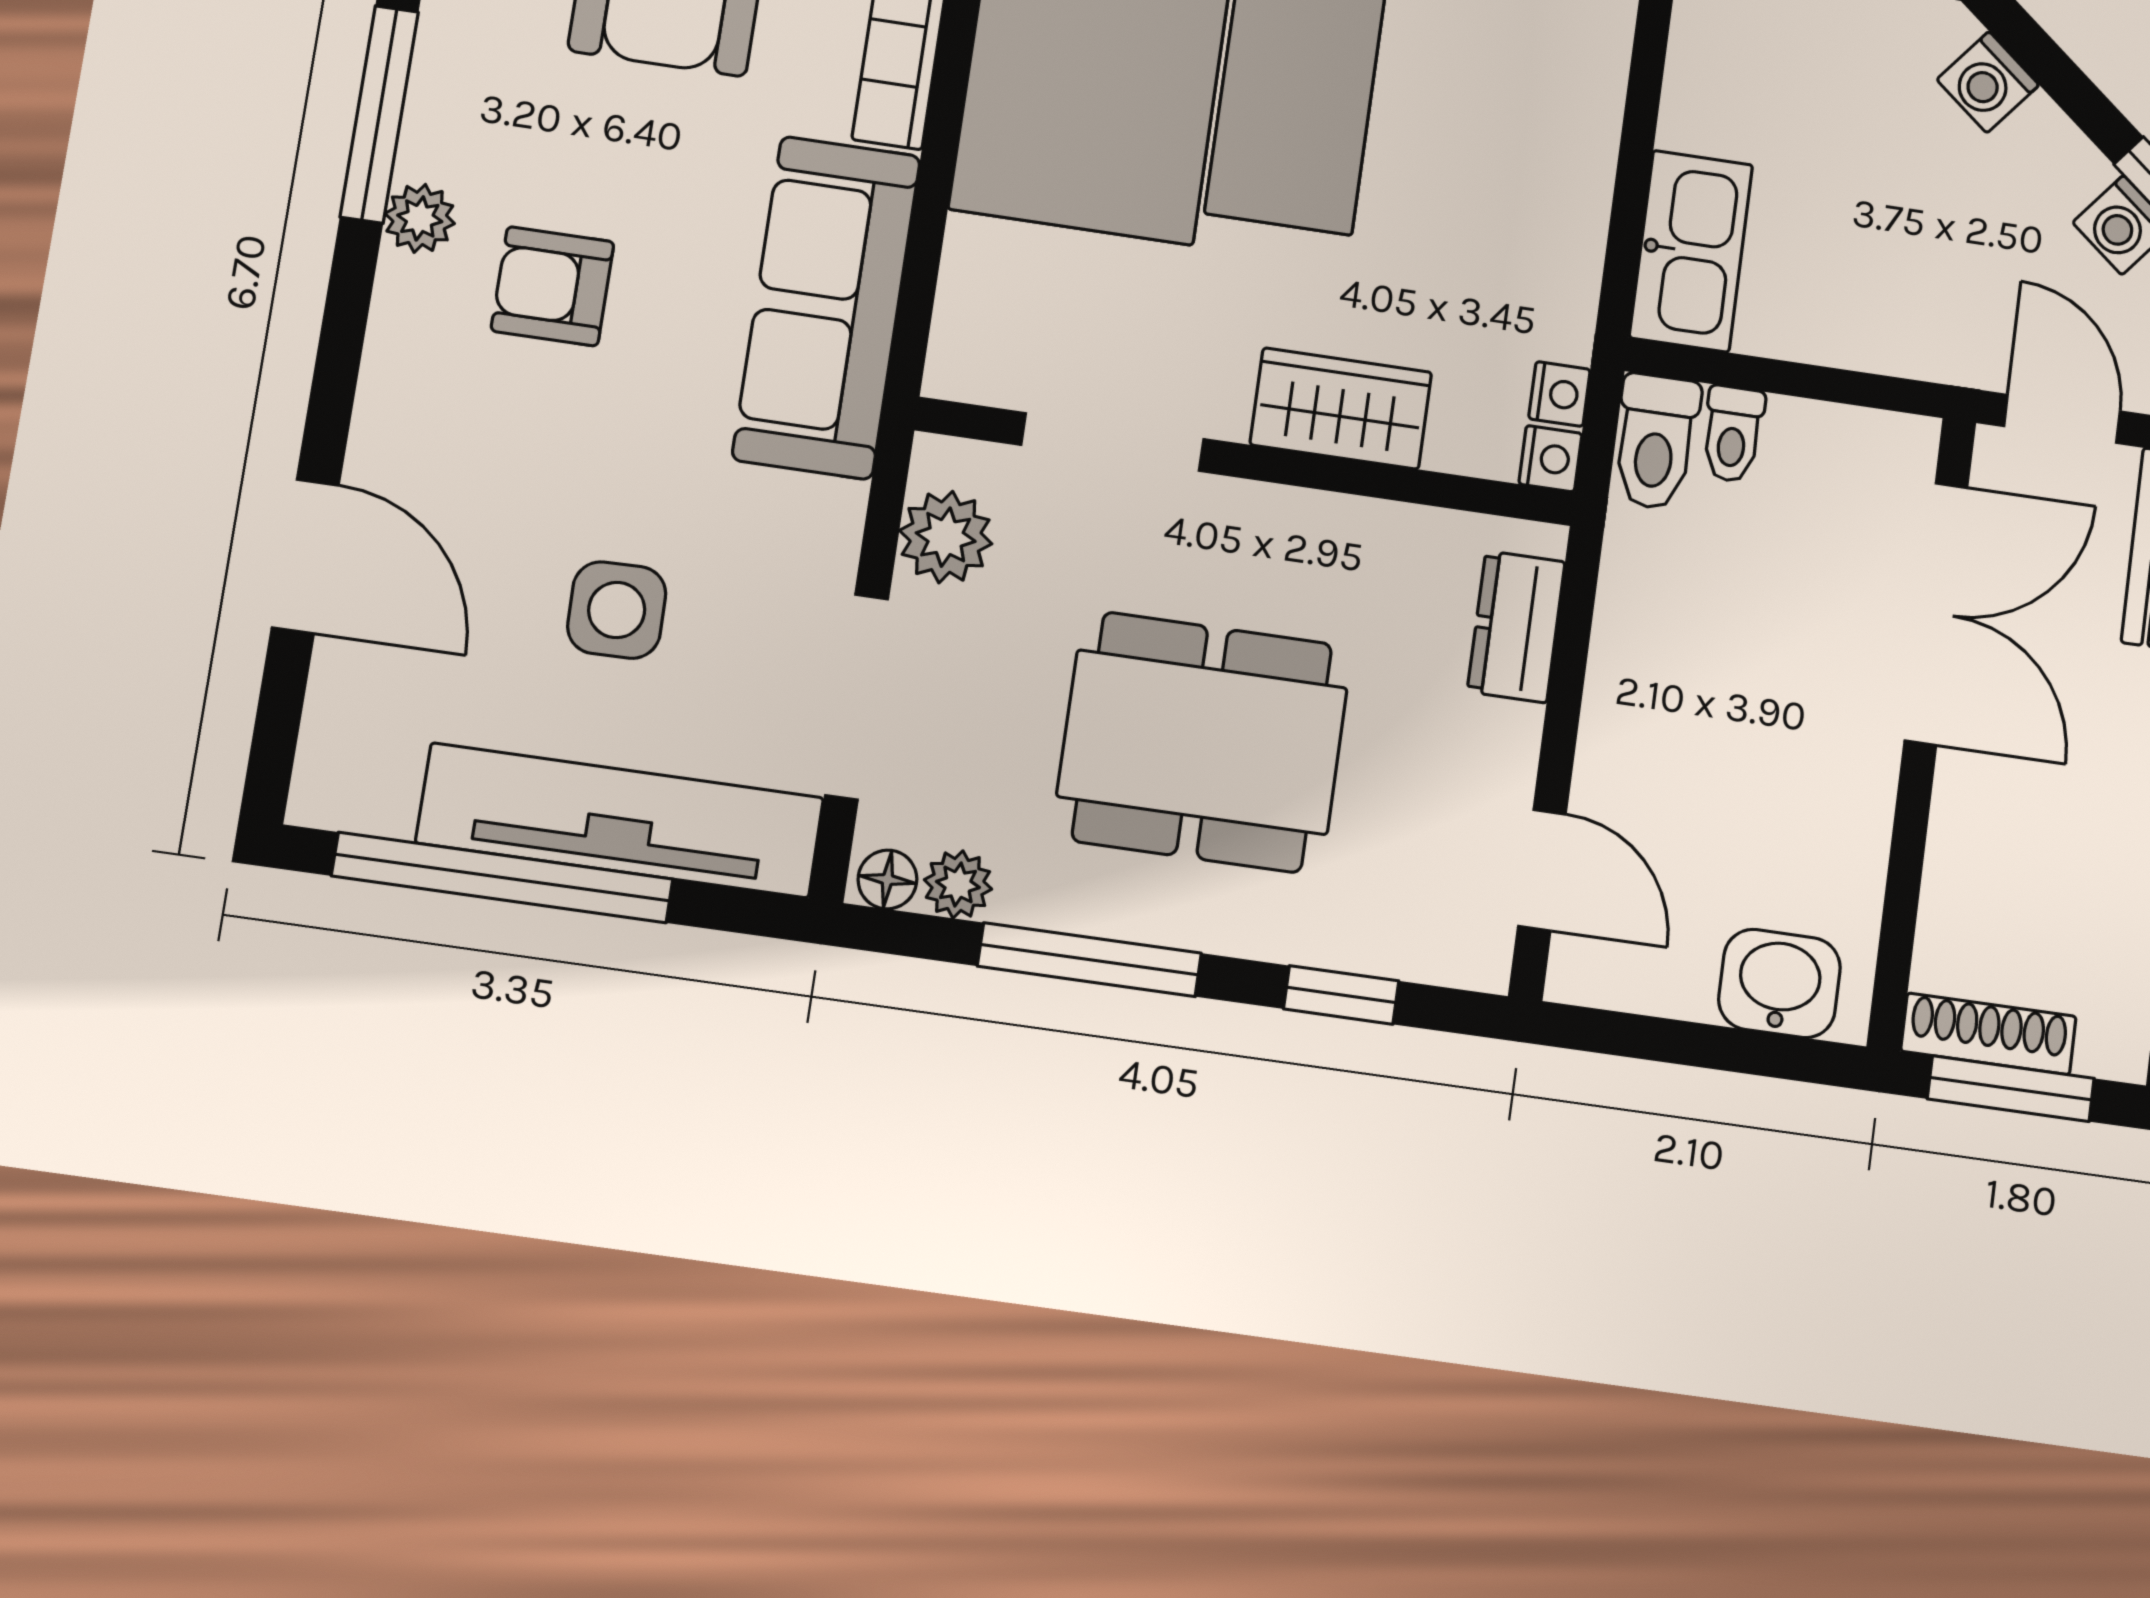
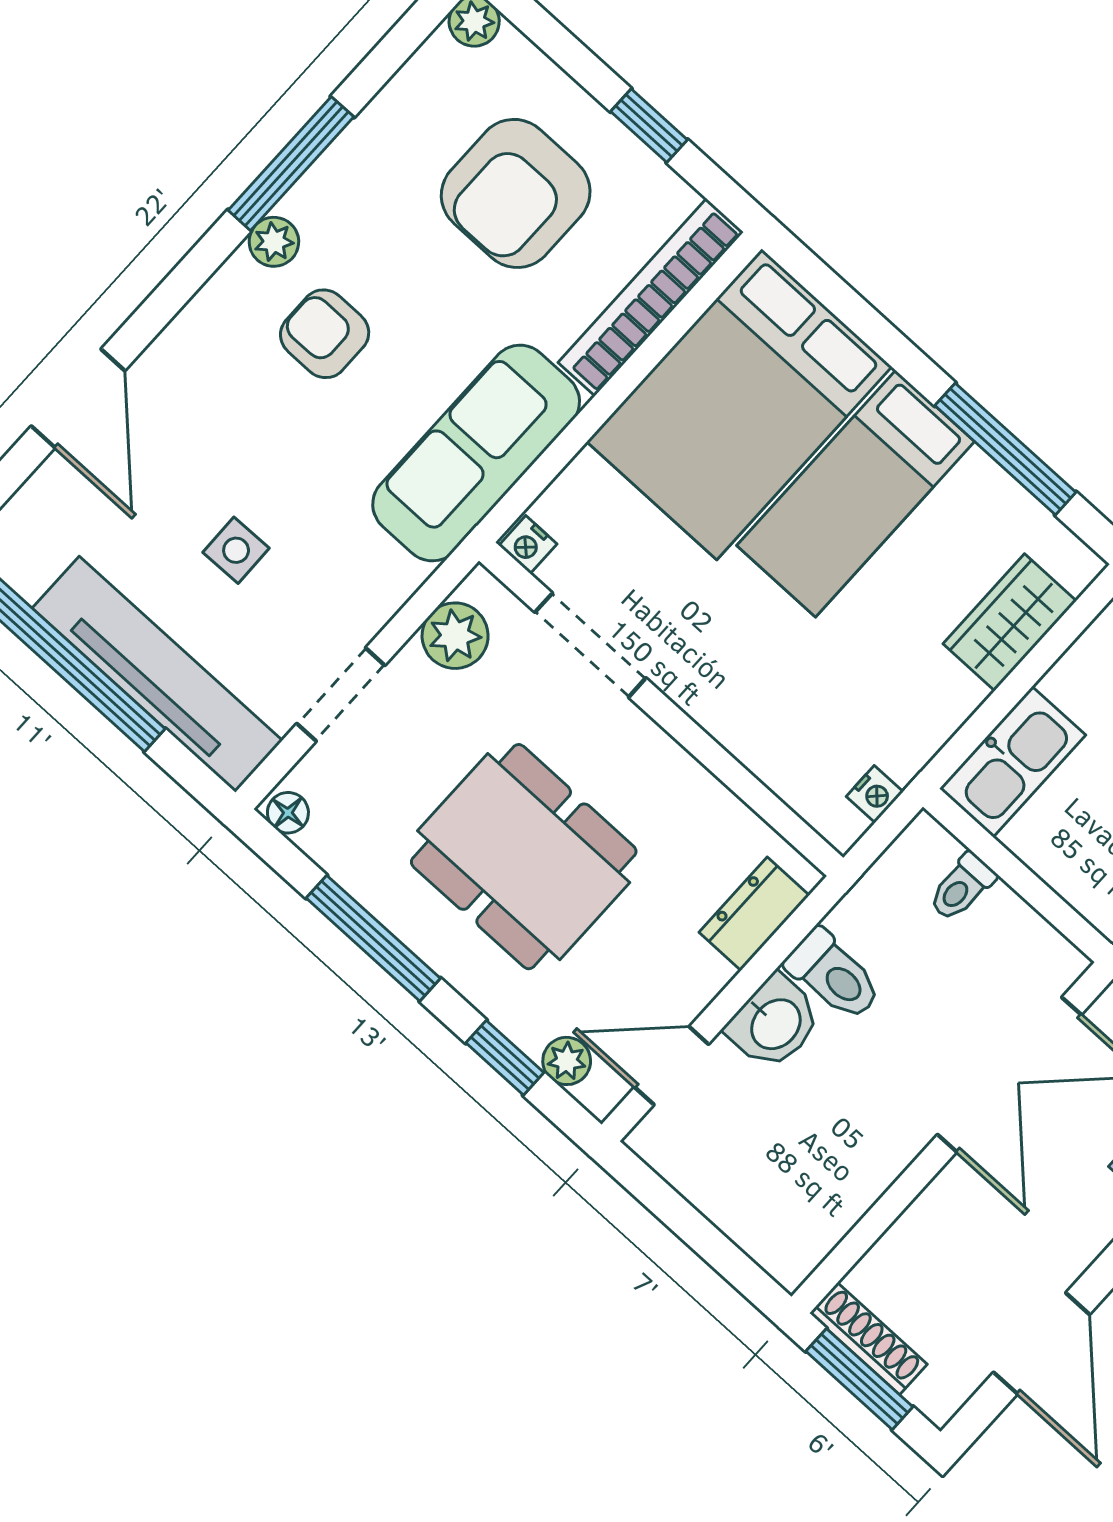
wardrobe: (1341, 408) -> (1010, 622), moved, turned -90
toilet: (1656, 442) -> (834, 975), moved, turned -90
nightstand: (1550, 459) -> (528, 545), moved, turned 90
side table: (617, 610) -> (236, 550), width x0.73, depth x0.73
doorway: (857, 697) -> (341, 695), width x0.73
door: (1542, 870) -> (672, 1066), swing flipped
plant: (958, 884) -> (567, 1061), moved
washbasin: (1779, 984) -> (774, 1023), moved, turned 90

